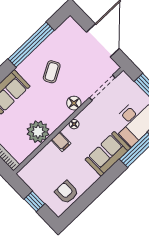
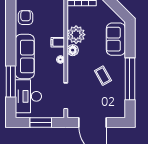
floor lamp: (74, 103) -> (73, 50), moved
sofa: (108, 154) -> (25, 56), width x1.36
armchair: (67, 192) -> (26, 17), turned -90

